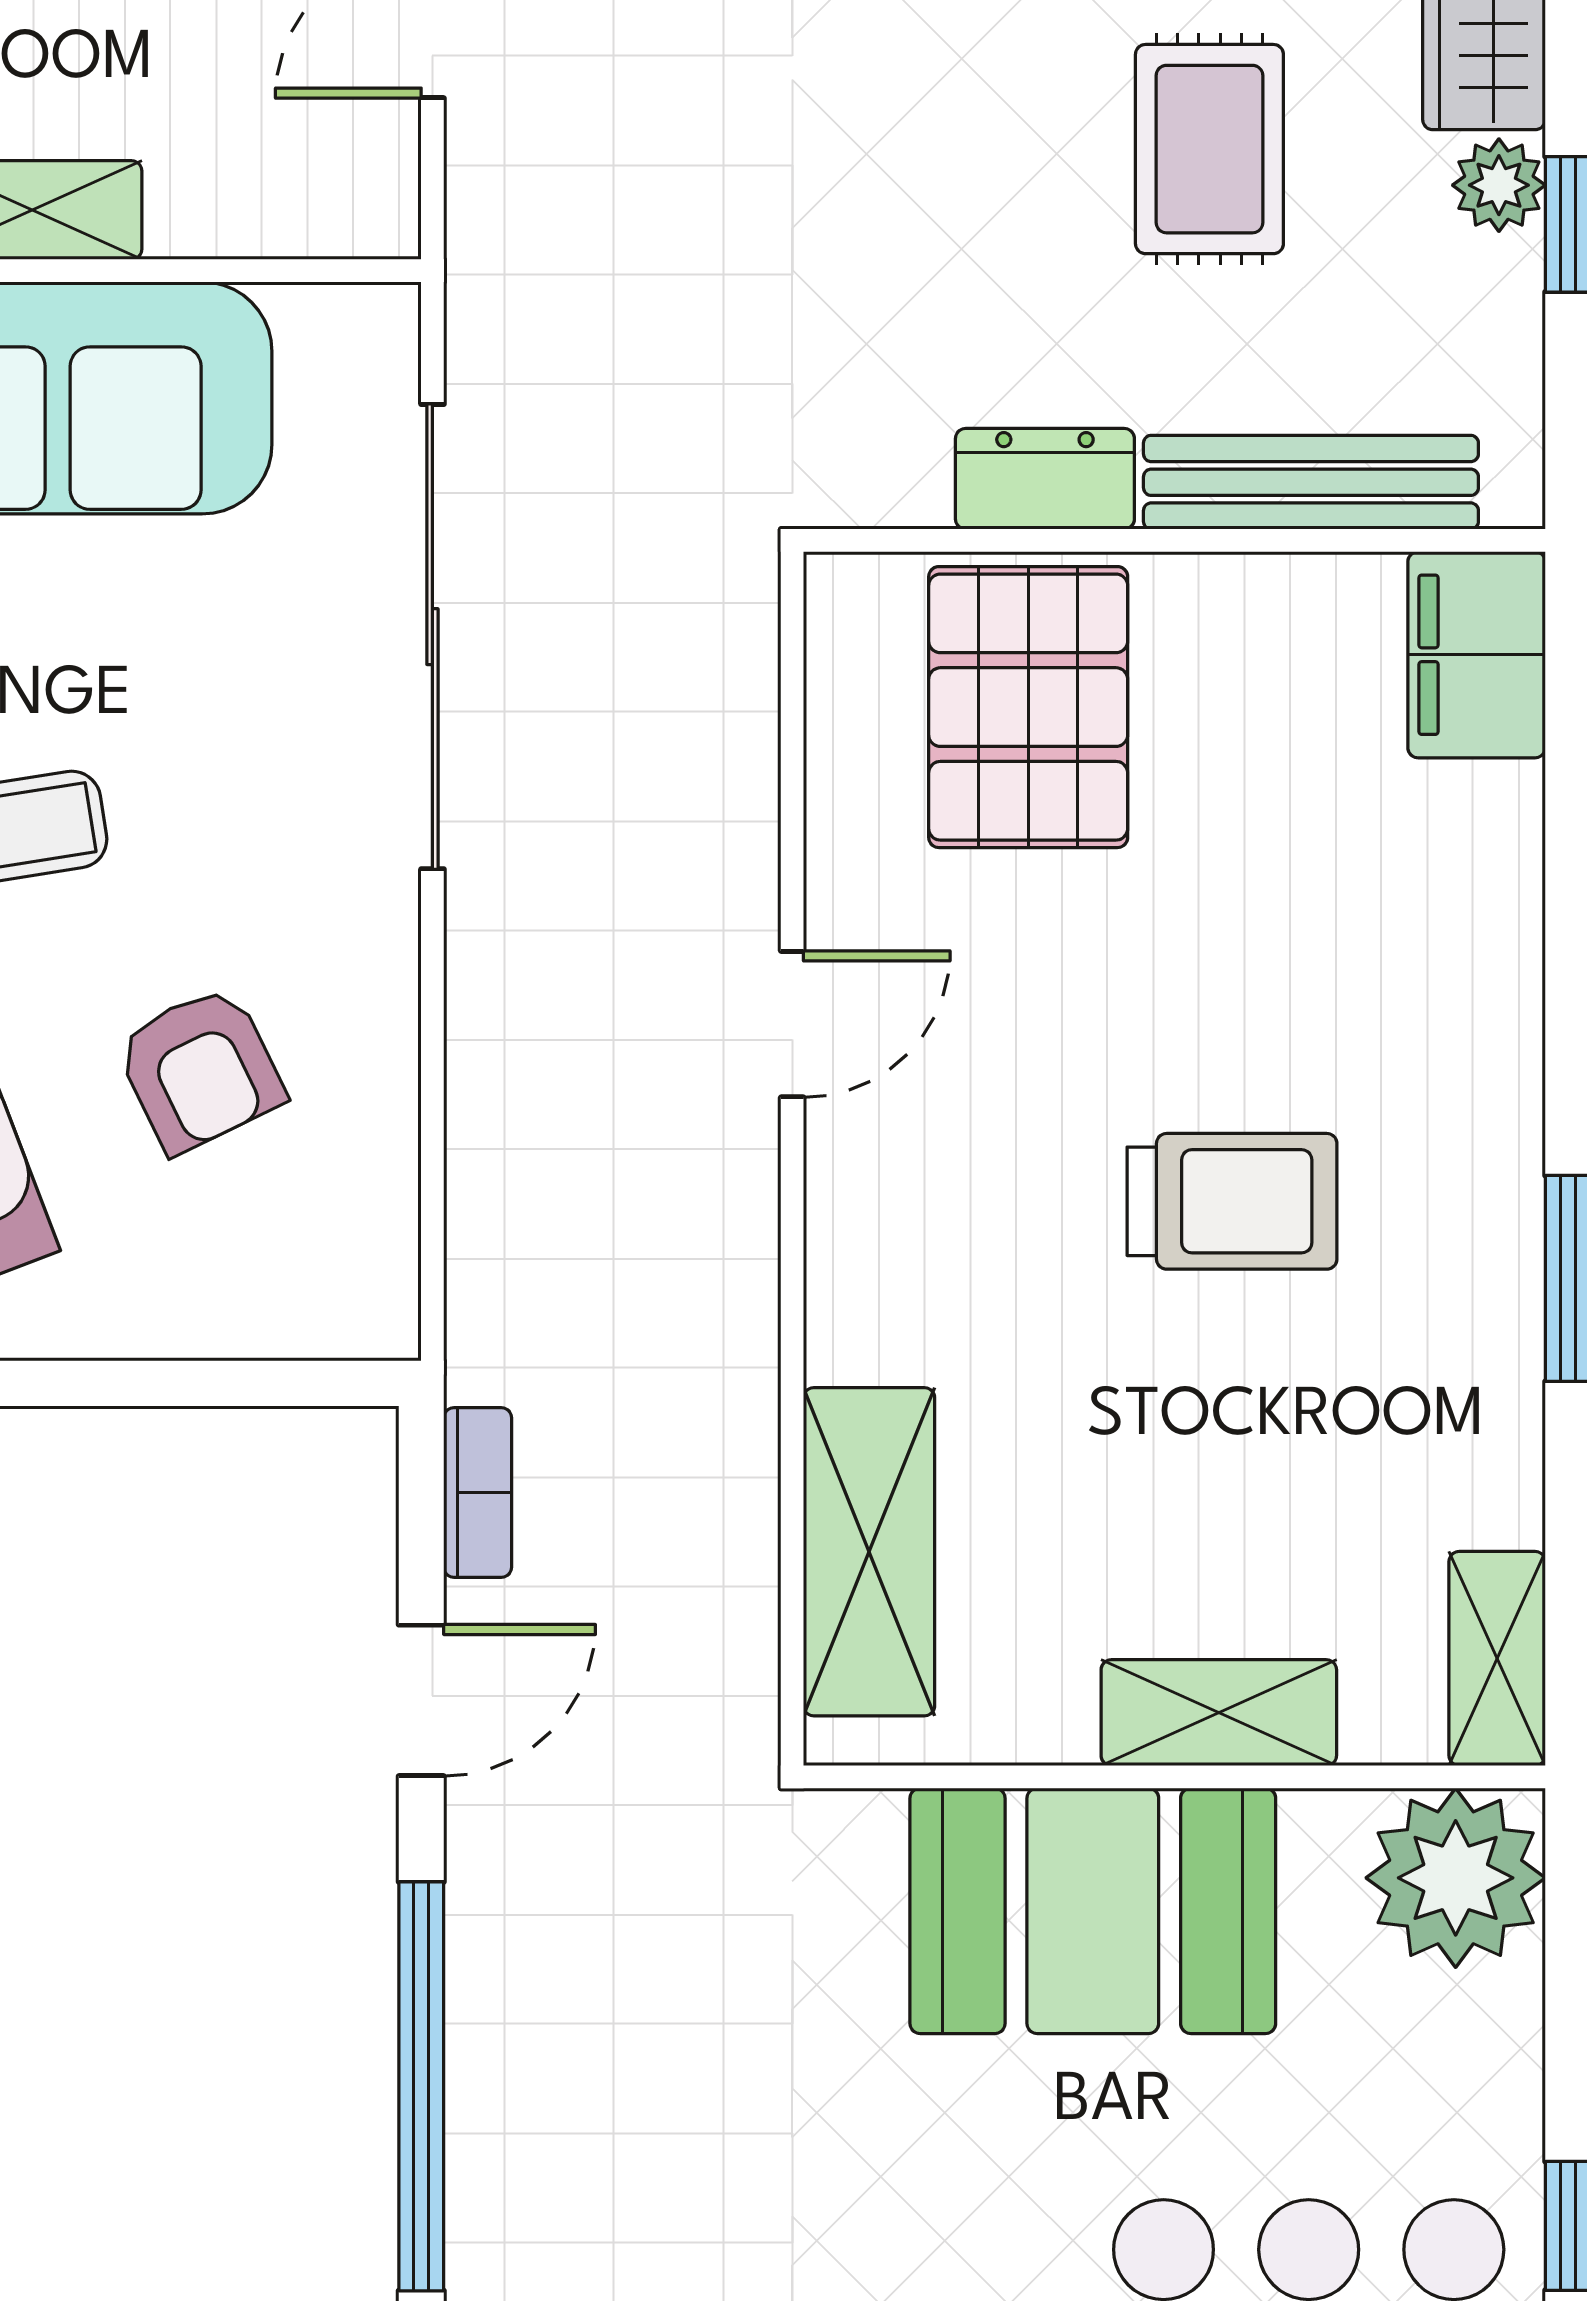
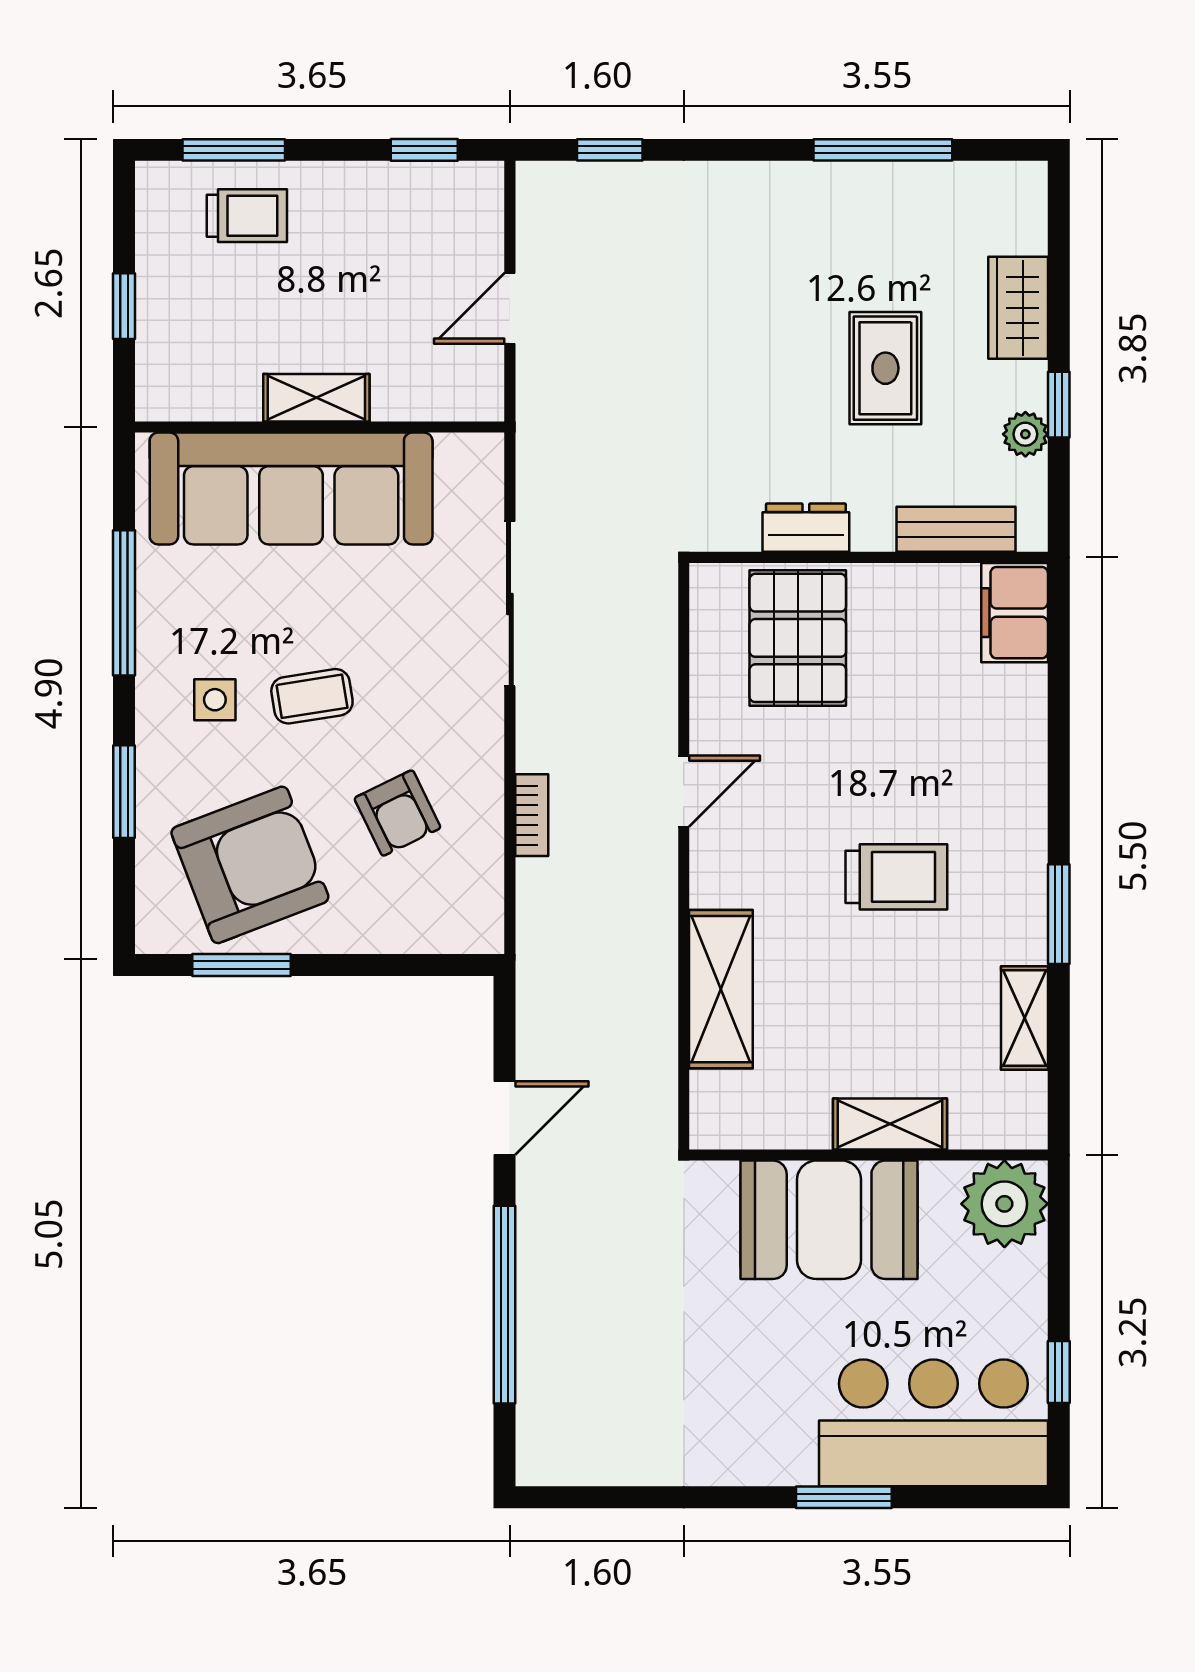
plant: (1499, 185) -> (1025, 434), moved
bench: (1311, 482) -> (956, 529), width x0.73
sliding door: (432, 637) -> (510, 604), width x0.73
bookcase: (478, 1493) -> (532, 815), moved
shelving: (869, 1552) -> (721, 989), moved
shelving: (1497, 1659) -> (1025, 1018), moved

